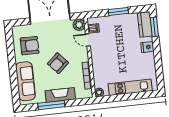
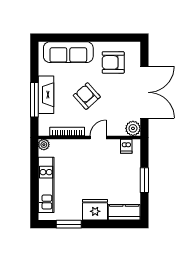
window: (154, 27) -> (69, 224), moved
door: (88, 40) -> (98, 137), moved
armchair: (30, 46) -> (113, 62), turned 90
fridge: (147, 47) -> (95, 210), width x1.88, depth x1.34
window: (51, 105) -> (34, 100), moved

